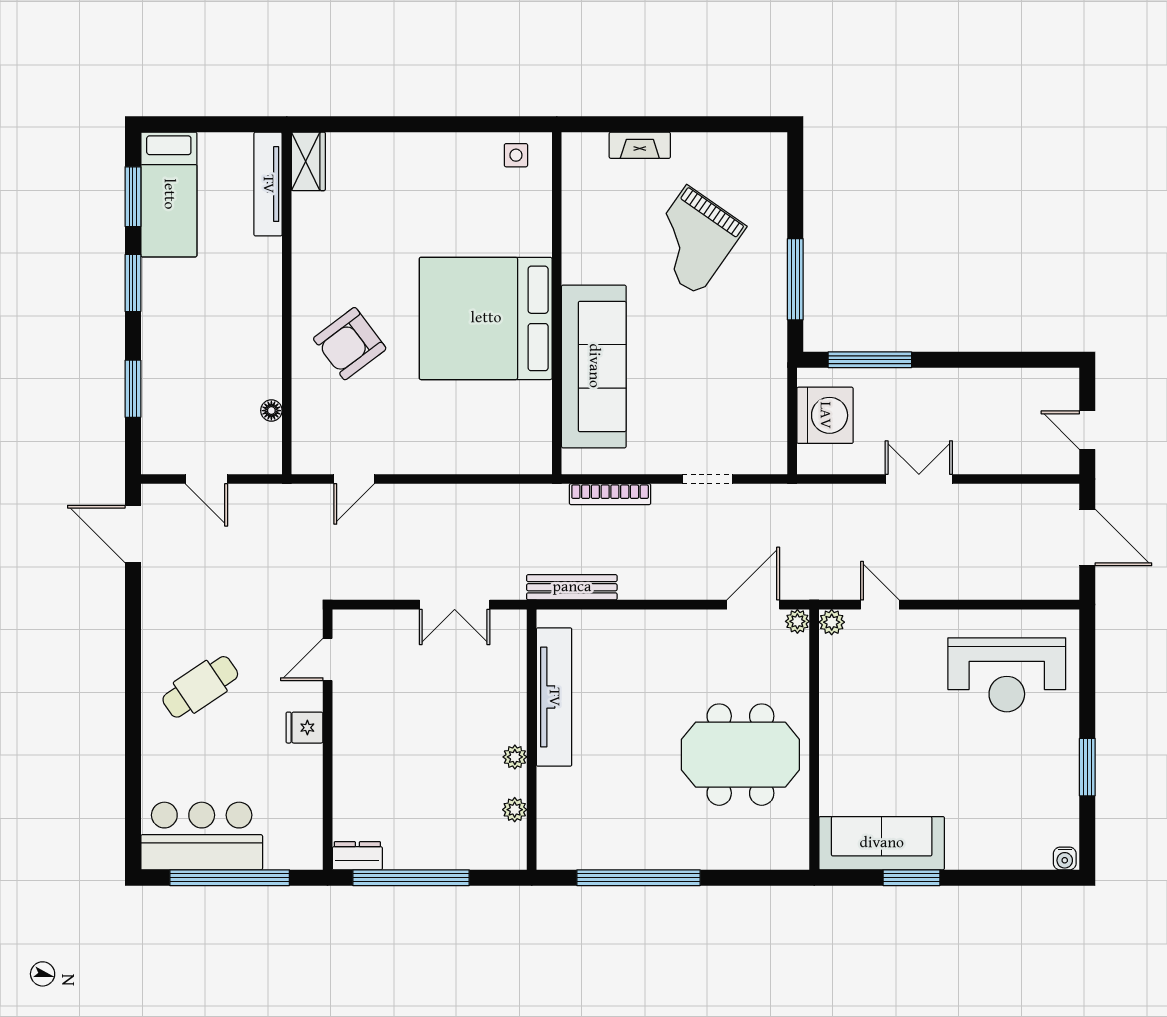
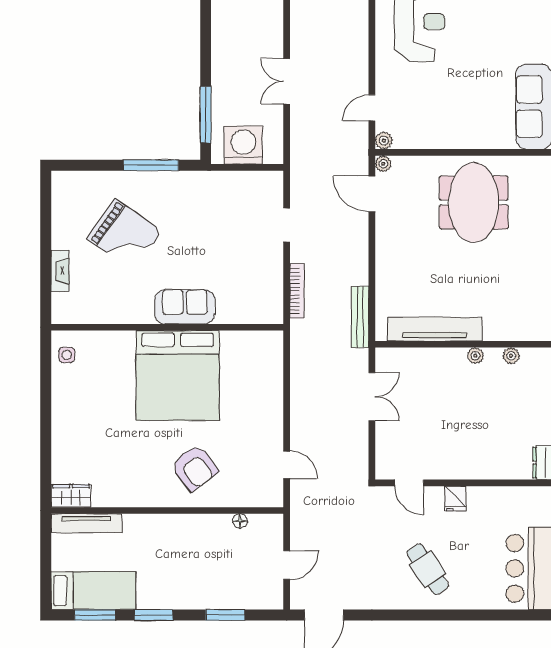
sofa: (594, 366) -> (185, 307), width x0.54, depth x0.79

